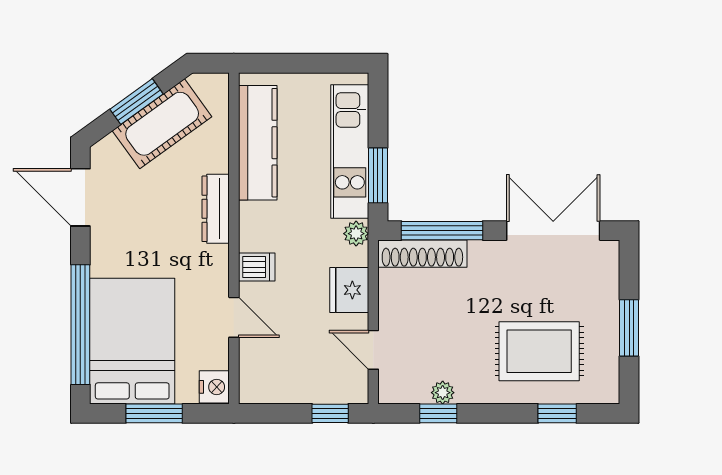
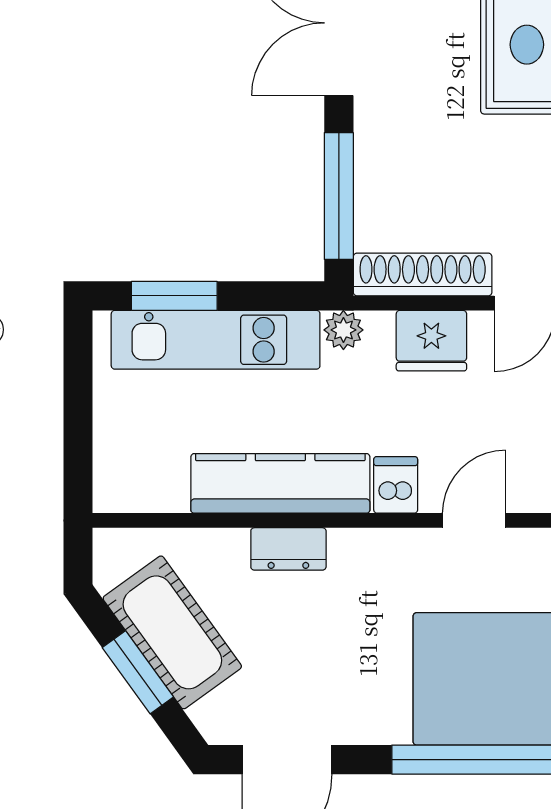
kitchen counter: (258, 143) -> (280, 483), moved
window: (378, 175) -> (174, 296), moved
dresser: (216, 209) -> (288, 549), width x0.70
shoe rack: (422, 254) -> (423, 274), moved, turned -90

